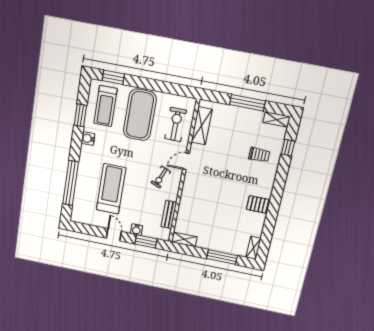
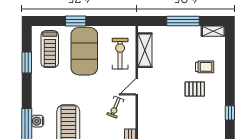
window: (113, 77) -> (76, 21), moved
water cooler: (88, 139) -> (38, 121), moved
window: (288, 148) -> (230, 113), moved
pallet: (258, 204) -> (195, 89), moved

